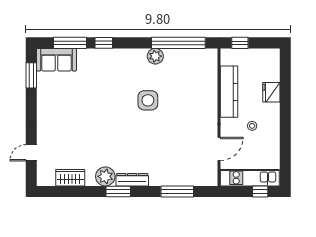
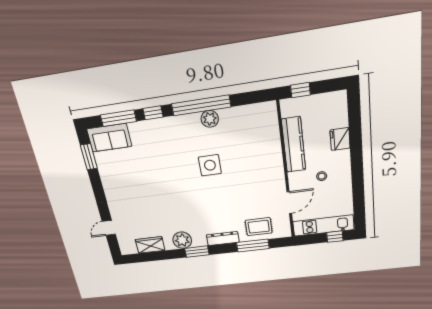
window: (178, 43) -> (201, 105), moved
rug: (186, 171) -> (259, 227), added
dresser: (132, 180) -> (223, 239), moved

